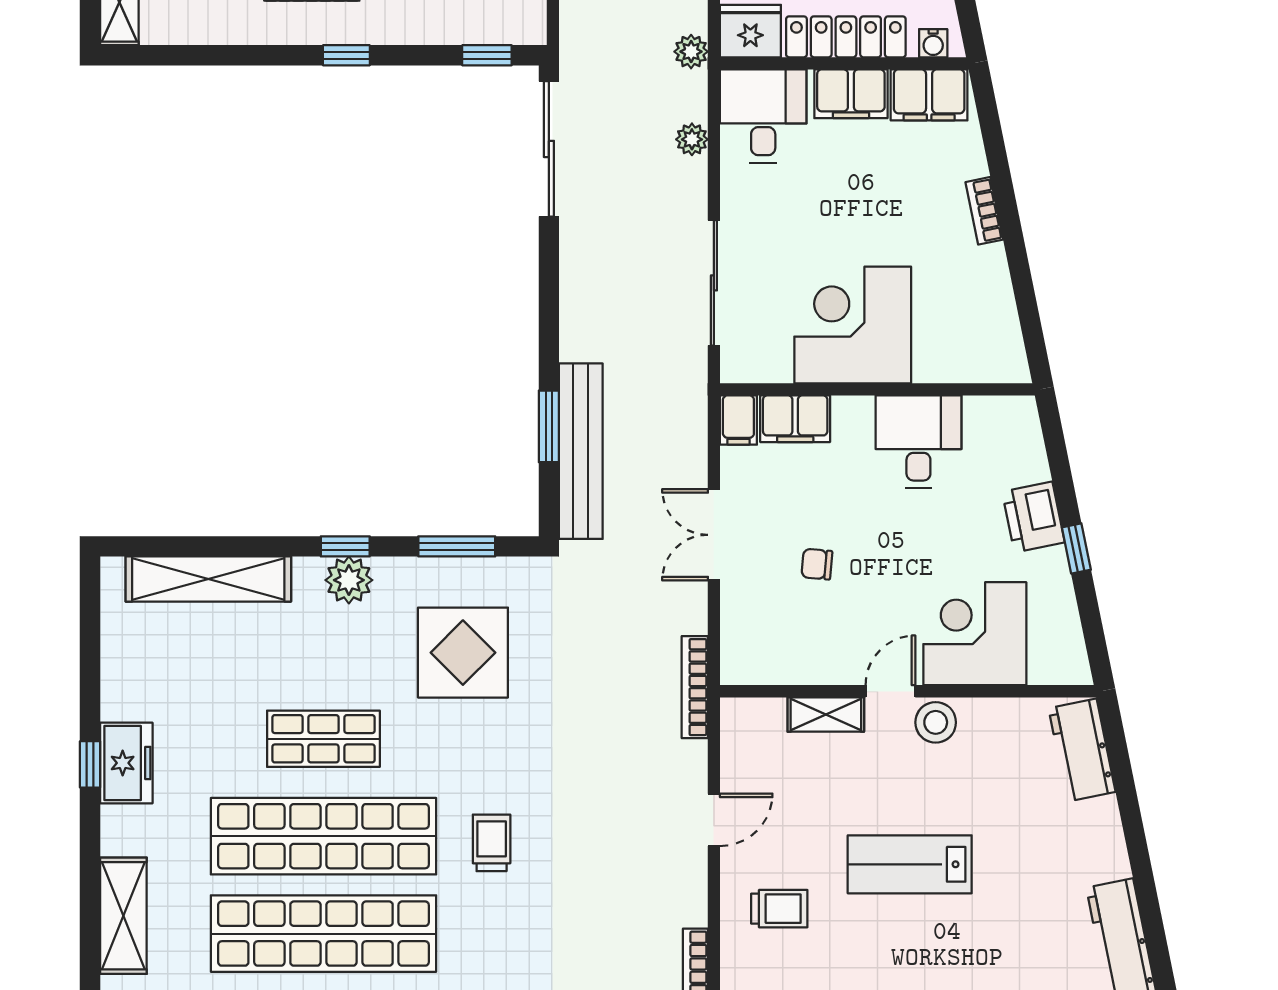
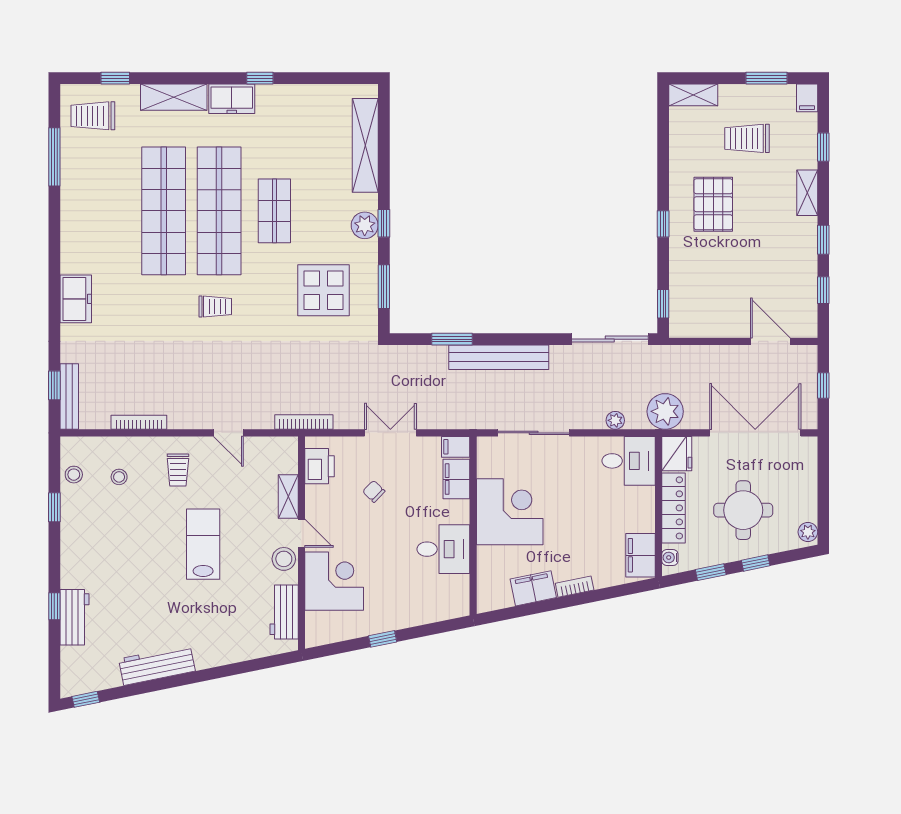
plant: (691, 52) -> (665, 411), width x1.88, depth x1.88
filing cabinet: (851, 94) -> (533, 588), moved, turned 78
bench: (581, 451) -> (499, 357), moved
printer: (1033, 517) -> (320, 466), moved, turned 102
chair: (817, 564) -> (374, 491), turned -51
workbench: (1082, 750) -> (284, 612), moved, turned -78
freezer: (126, 763) -> (232, 99), moved

